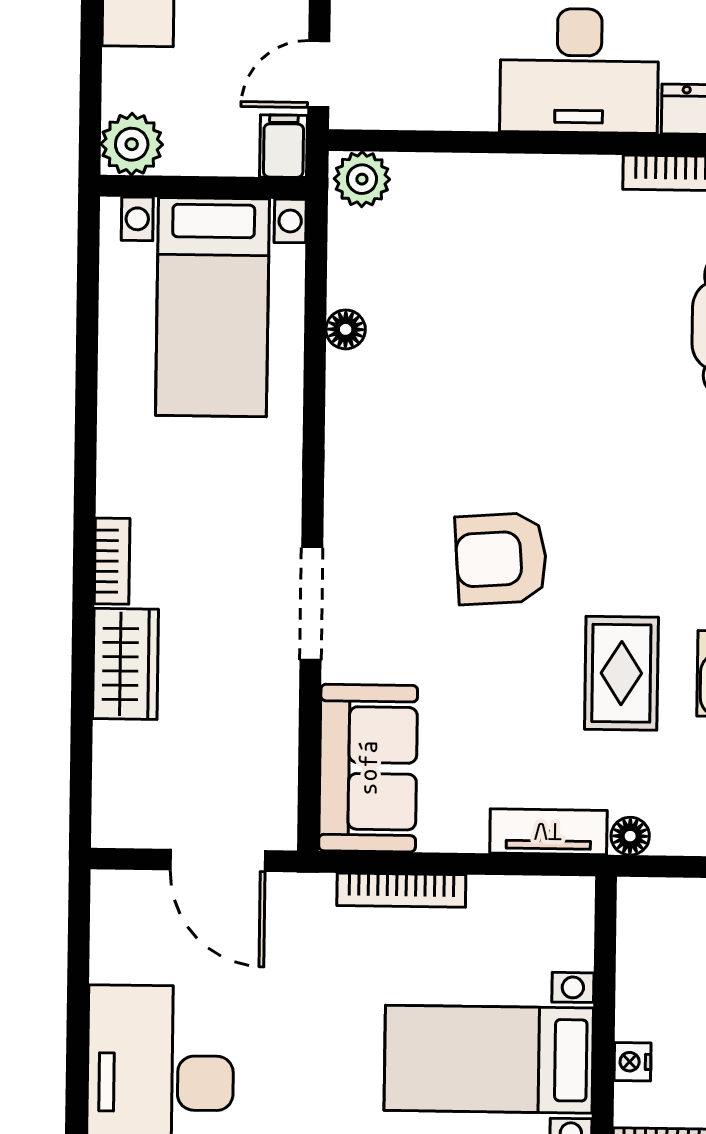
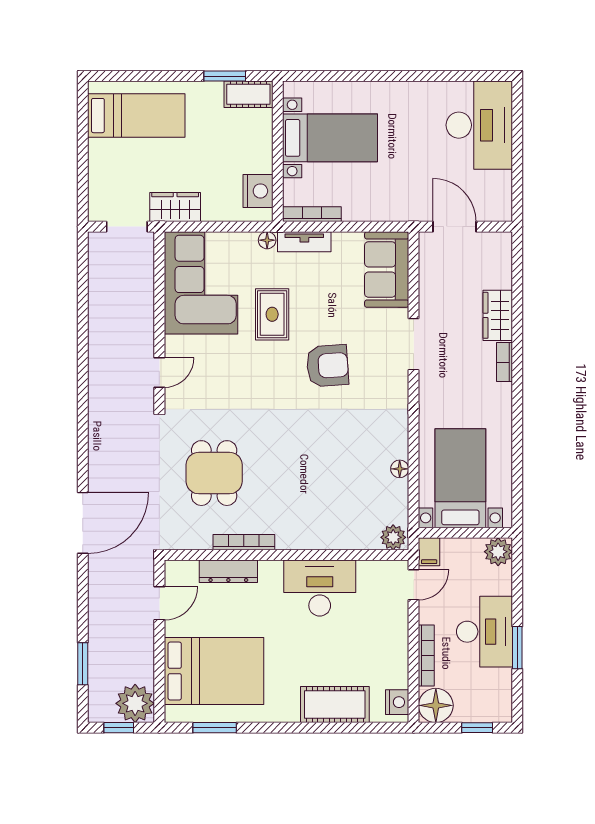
desk: (579, 71) -> (320, 588), moved
bookcase: (401, 890) -> (312, 214), moved
nightstand: (632, 1062) -> (258, 191), moved, width x1.89, depth x1.79

